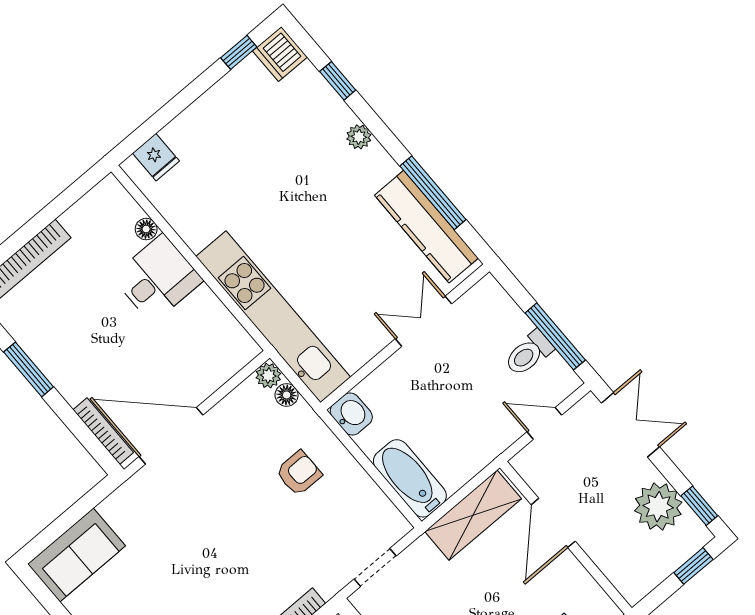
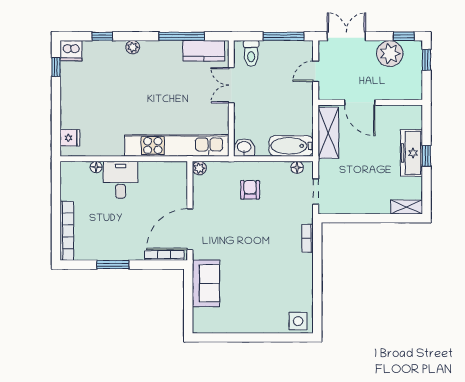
kitchen counter: (426, 227) -> (204, 51), width x0.67
toilet: (529, 353) -> (251, 53), moved
floor lamp: (287, 395) -> (297, 167), moved
sofa: (76, 555) -> (206, 283), moved

